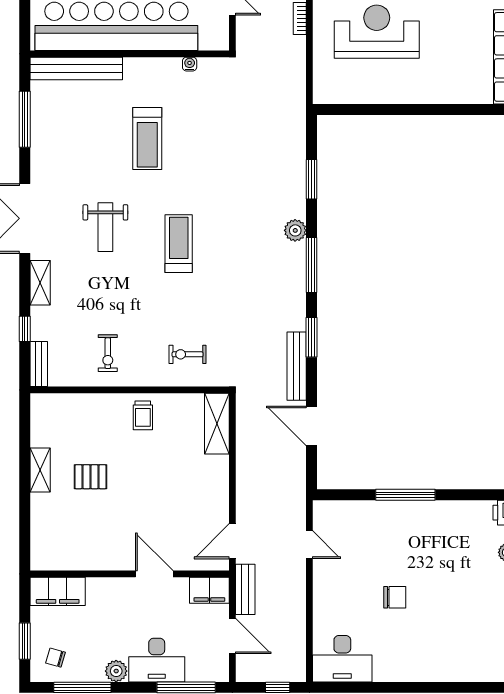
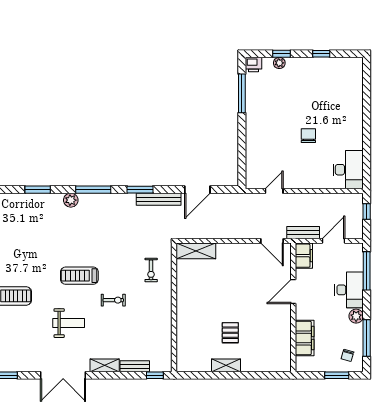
window: (25, 329) -> (155, 375), moved
exercise bike: (108, 353) -> (113, 300), moved
bench: (39, 364) -> (135, 366), moved
trolley: (143, 415) -> (191, 299), removed
window: (405, 495) -> (242, 93), moved
filing cabinet: (58, 591) -> (305, 338), moved

